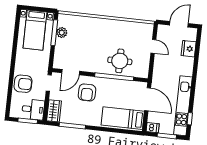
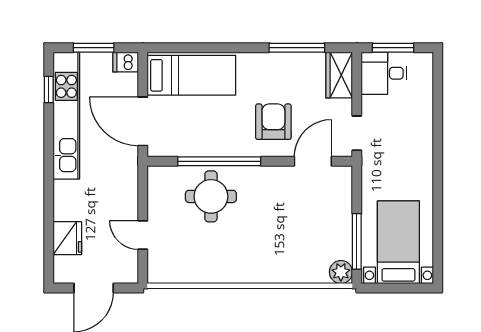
plant: (62, 33) -> (341, 272), moved
armchair: (23, 84) -> (411, 126), removed

